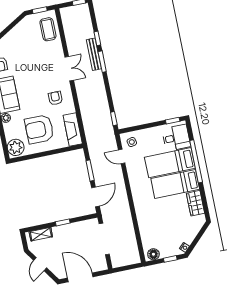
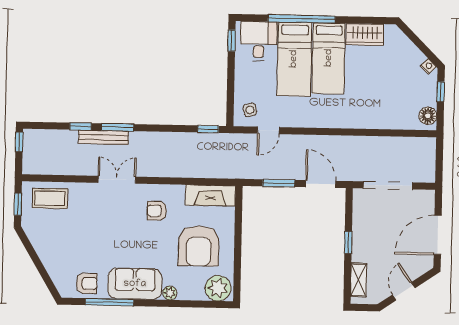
door: (40, 264) -> (404, 291), swing flipped

